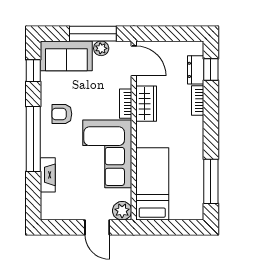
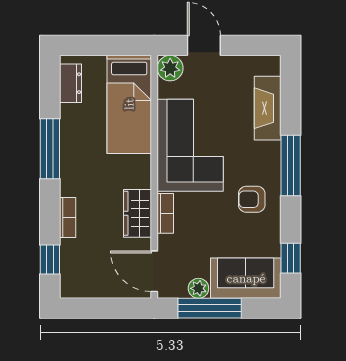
dresser: (196, 70) -> (70, 83), moved
armchair: (62, 114) -> (252, 199), turned 180
window: (33, 139) -> (291, 165), width x0.68
fireplace: (48, 175) -> (268, 108), width x1.37, depth x1.32
window: (211, 181) -> (50, 149), moved

